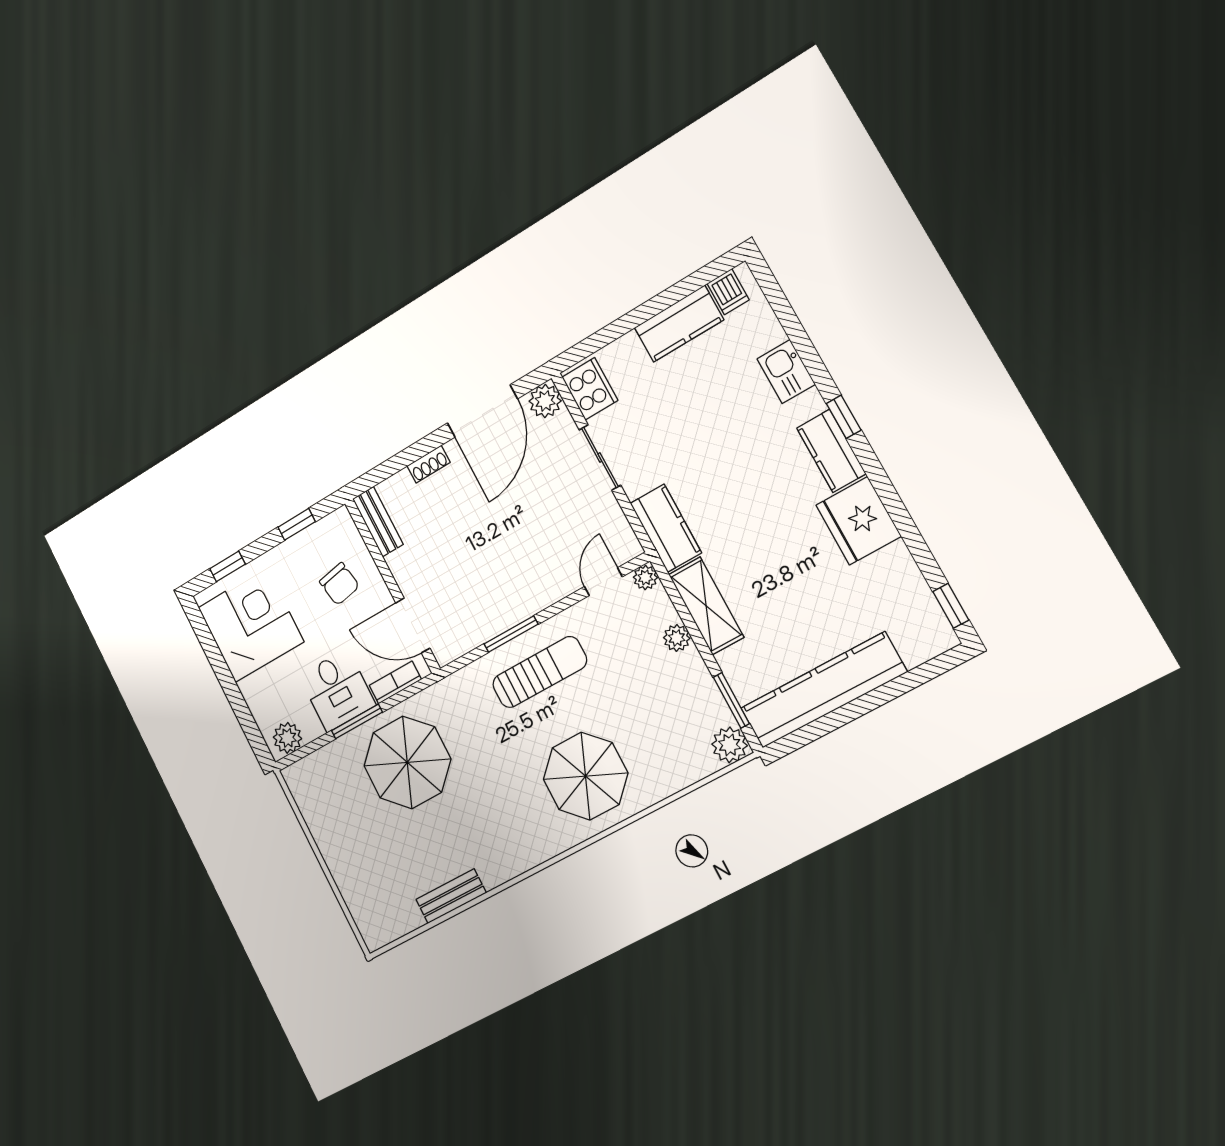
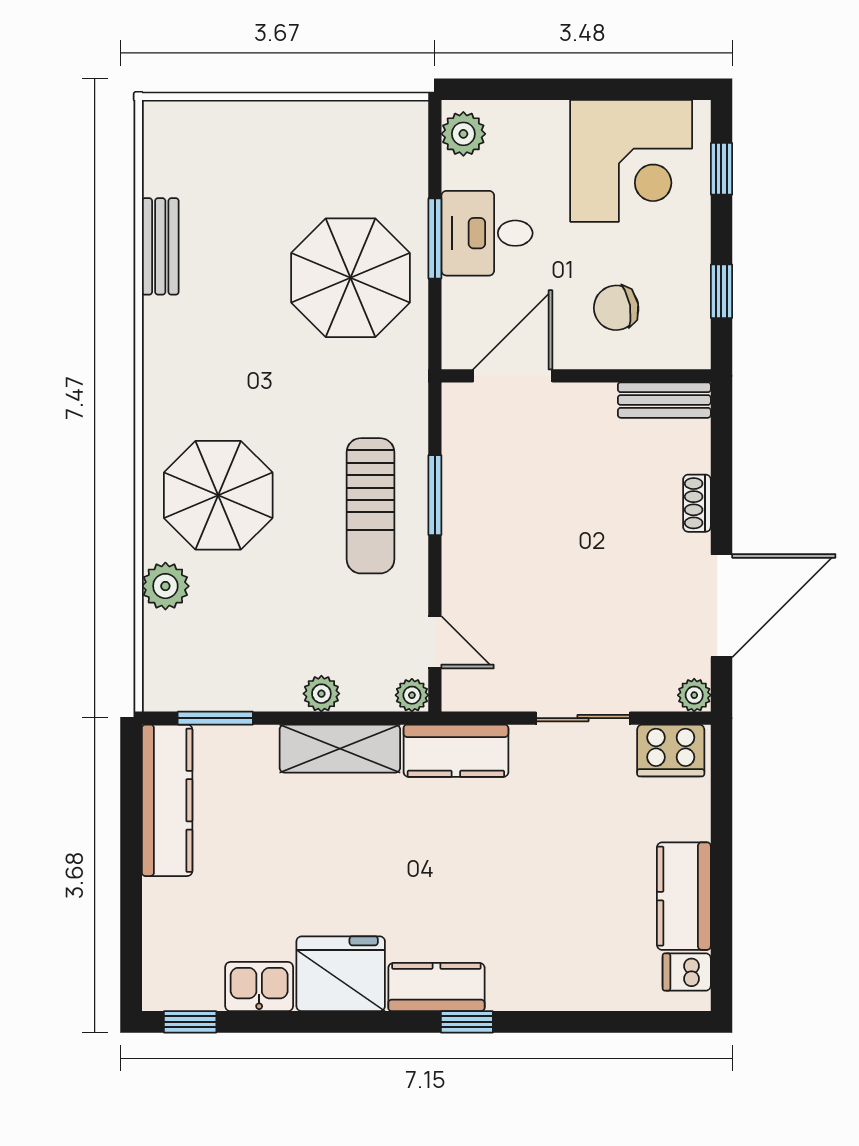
kitchen sink: (786, 372) -> (259, 987), moved
plant: (545, 401) -> (694, 695), width x0.73, depth x0.73
door: (482, 411) -> (721, 606), swing flipped
bookcase: (395, 682) -> (456, 315), removed
kitchen counter: (823, 690) -> (167, 800), width x0.72, depth x0.86
plant: (730, 745) -> (165, 586), moved

